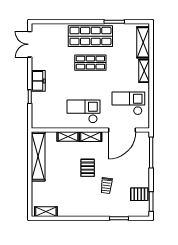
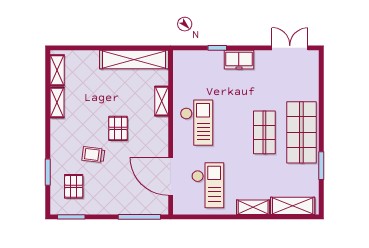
shelving: (91, 137) -> (57, 103), moved
pallet: (88, 168) -> (118, 128), turned 90
pallet: (139, 194) -> (74, 186), moved

